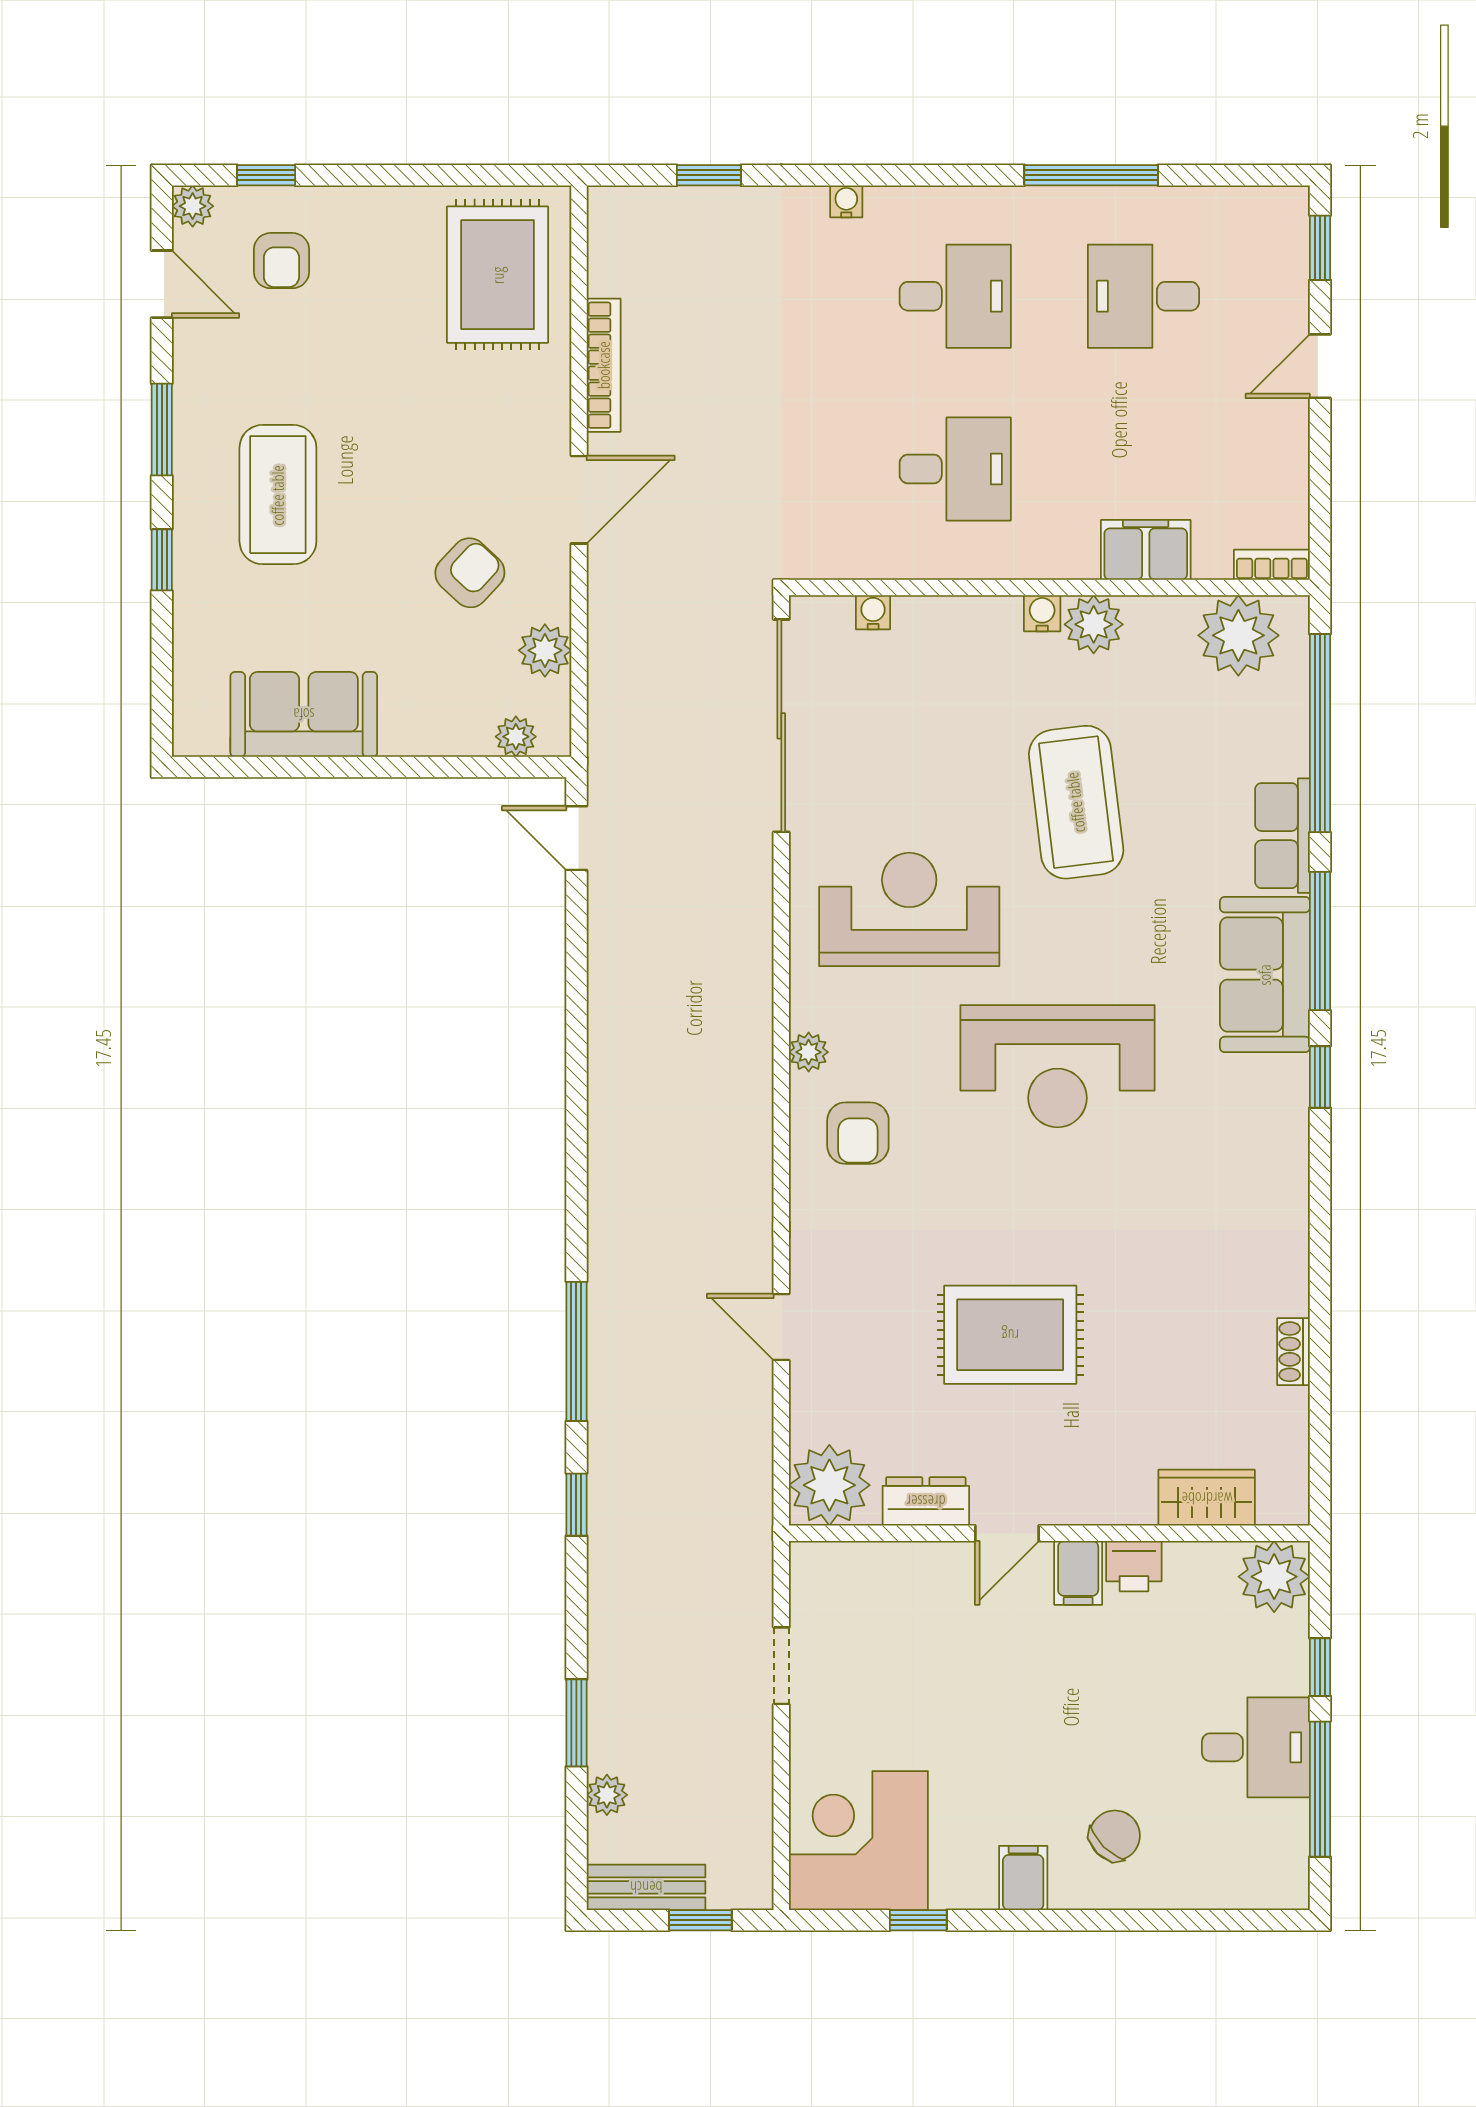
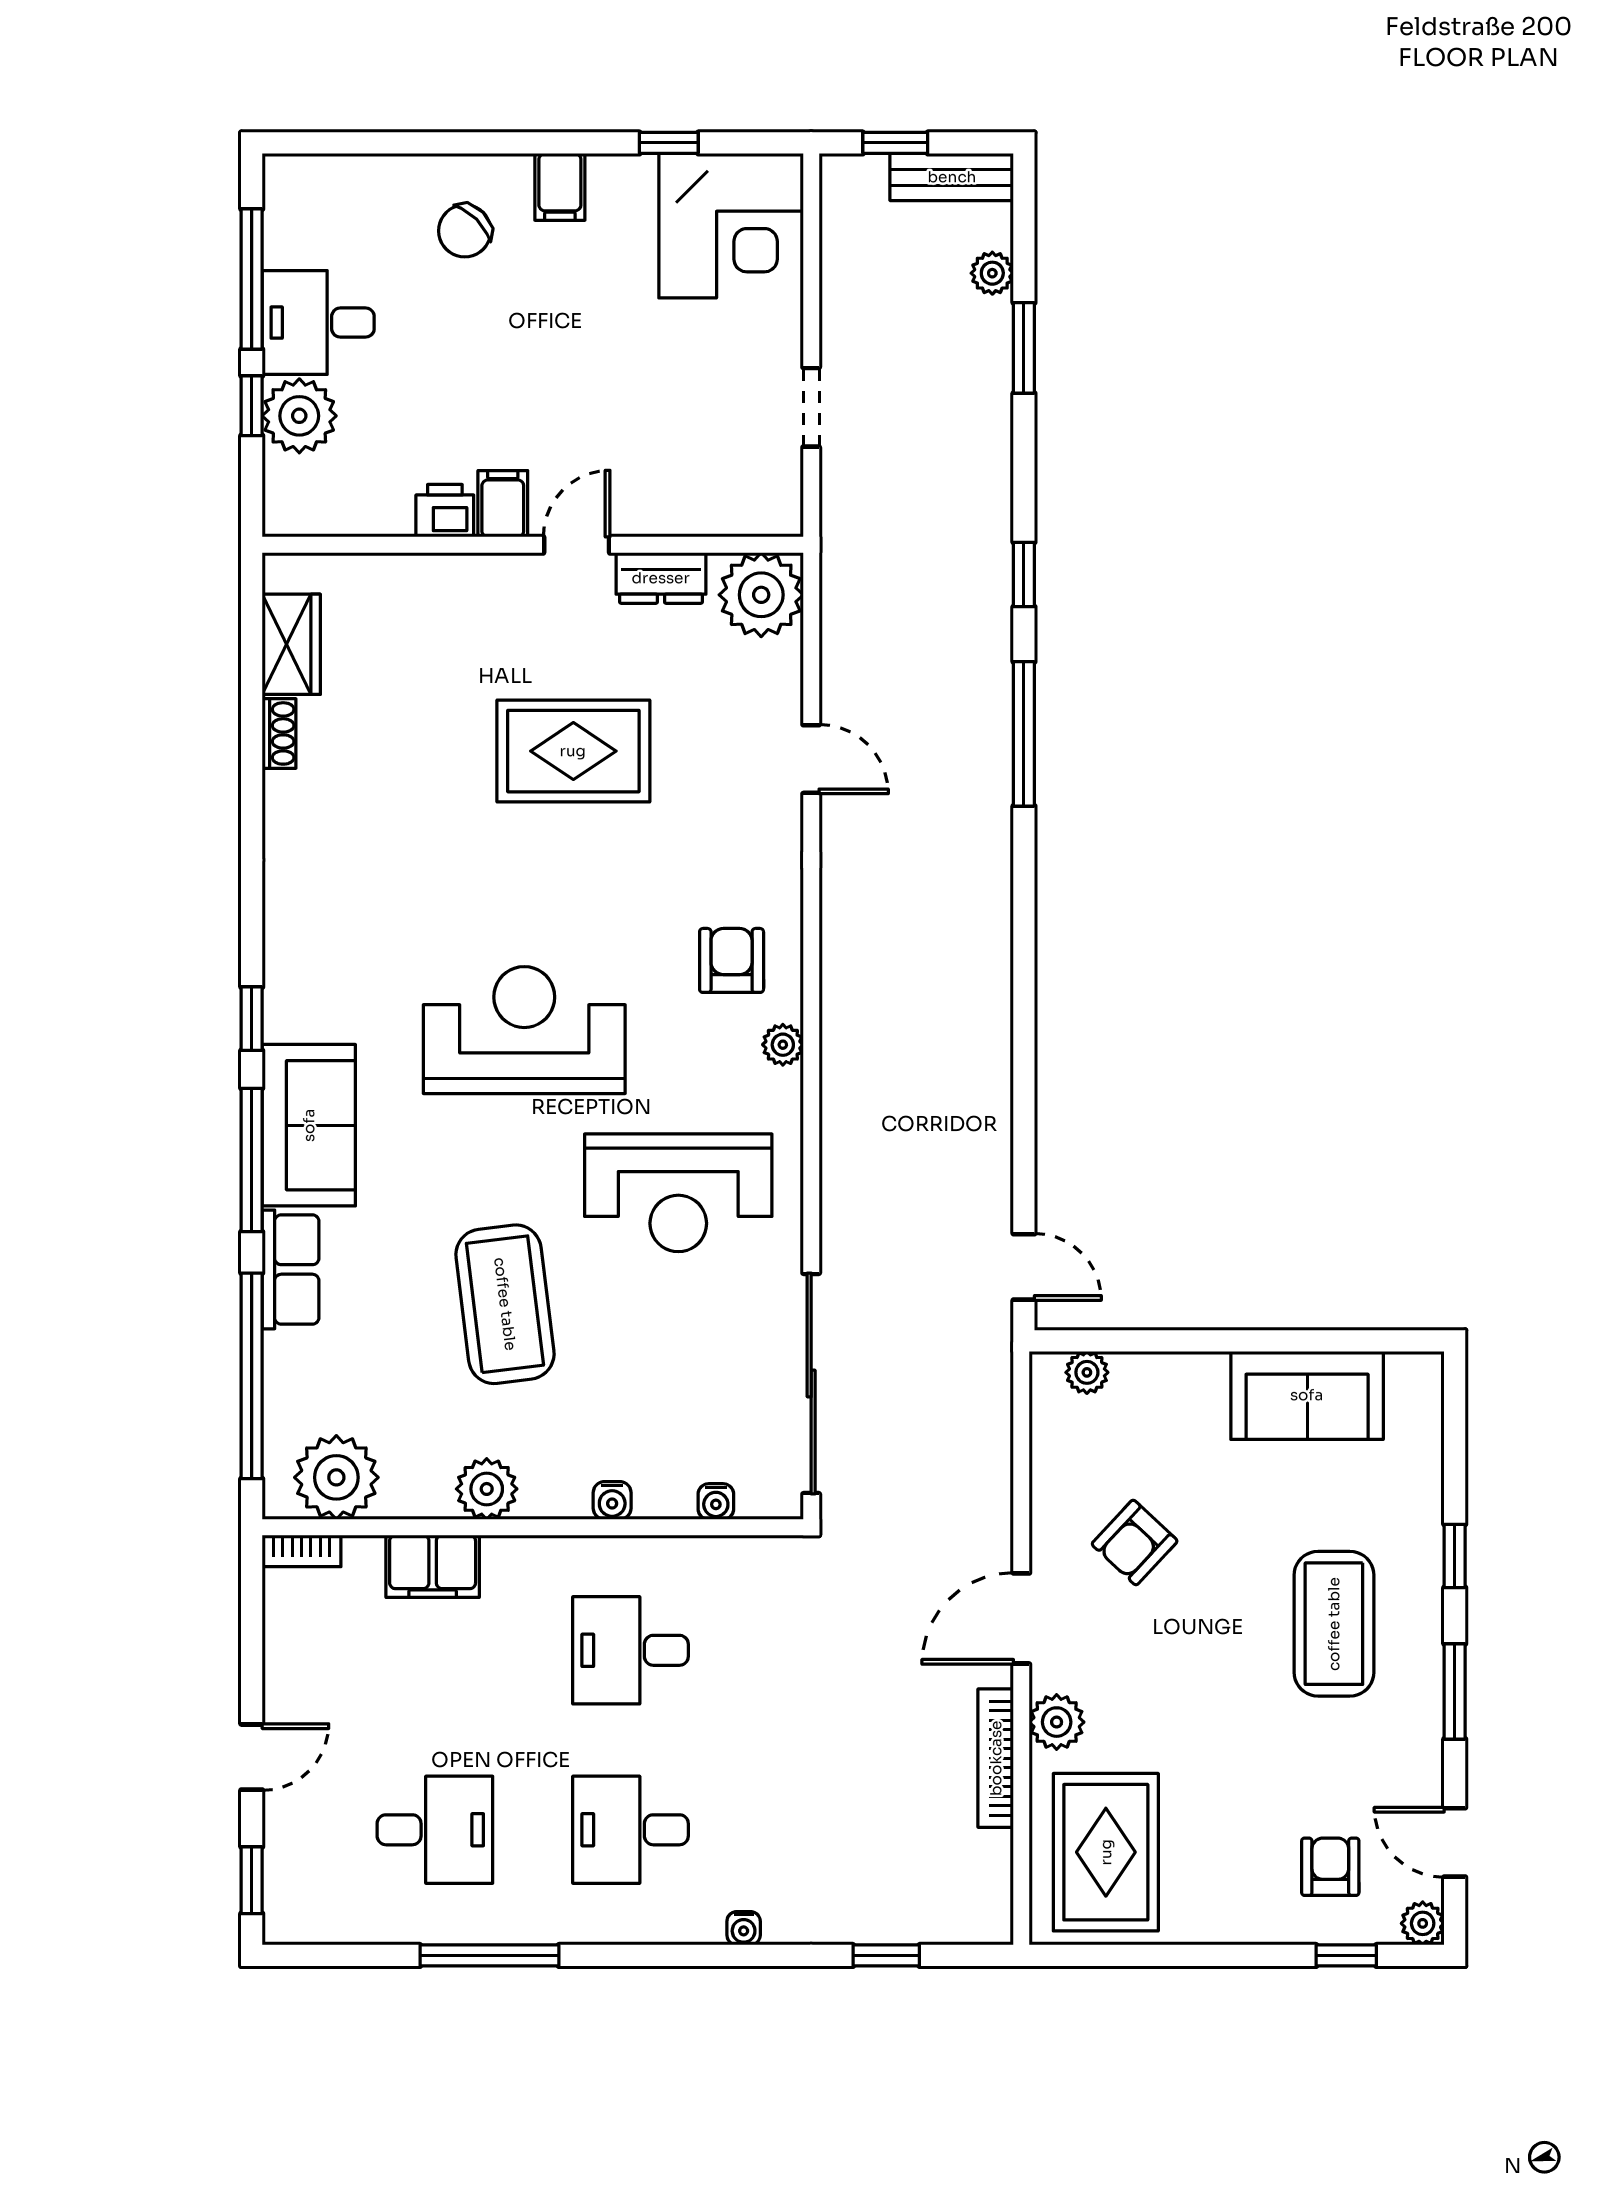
water cooler: (1042, 613) -> (612, 1500), moved
plant: (545, 650) -> (1057, 1722), moved
wardrobe: (1207, 1498) -> (291, 644), moved, turned -90
plant: (1274, 1577) -> (299, 416), moved

